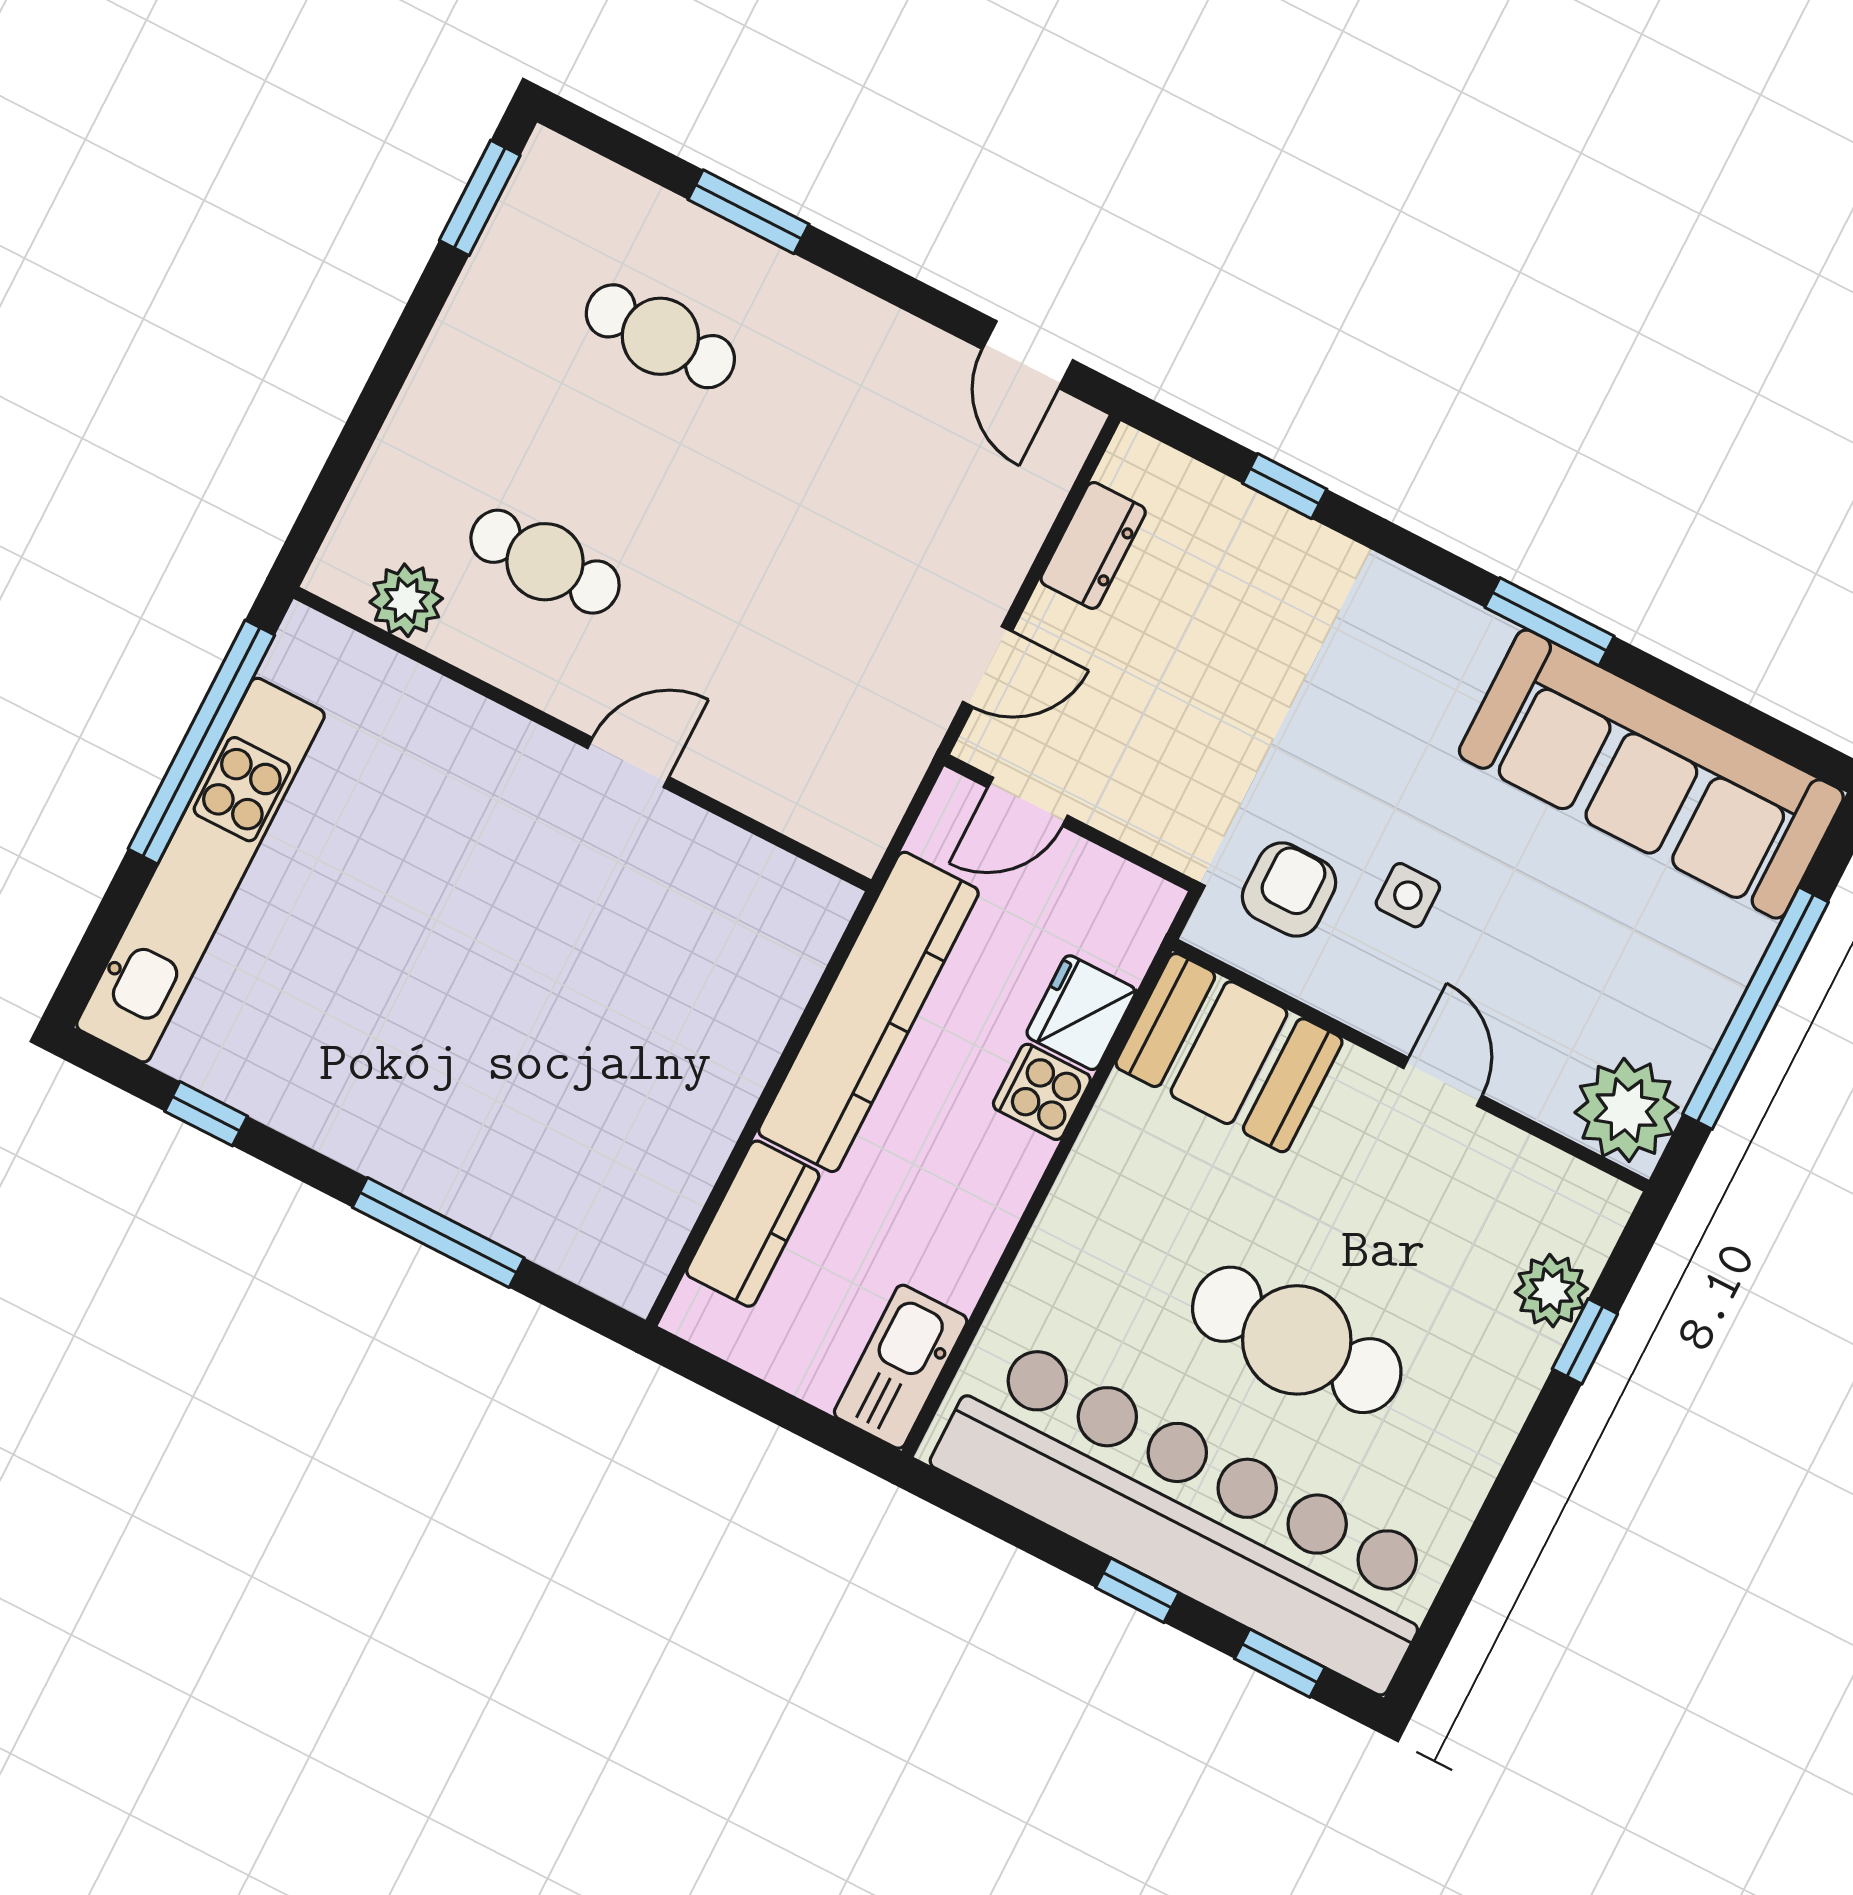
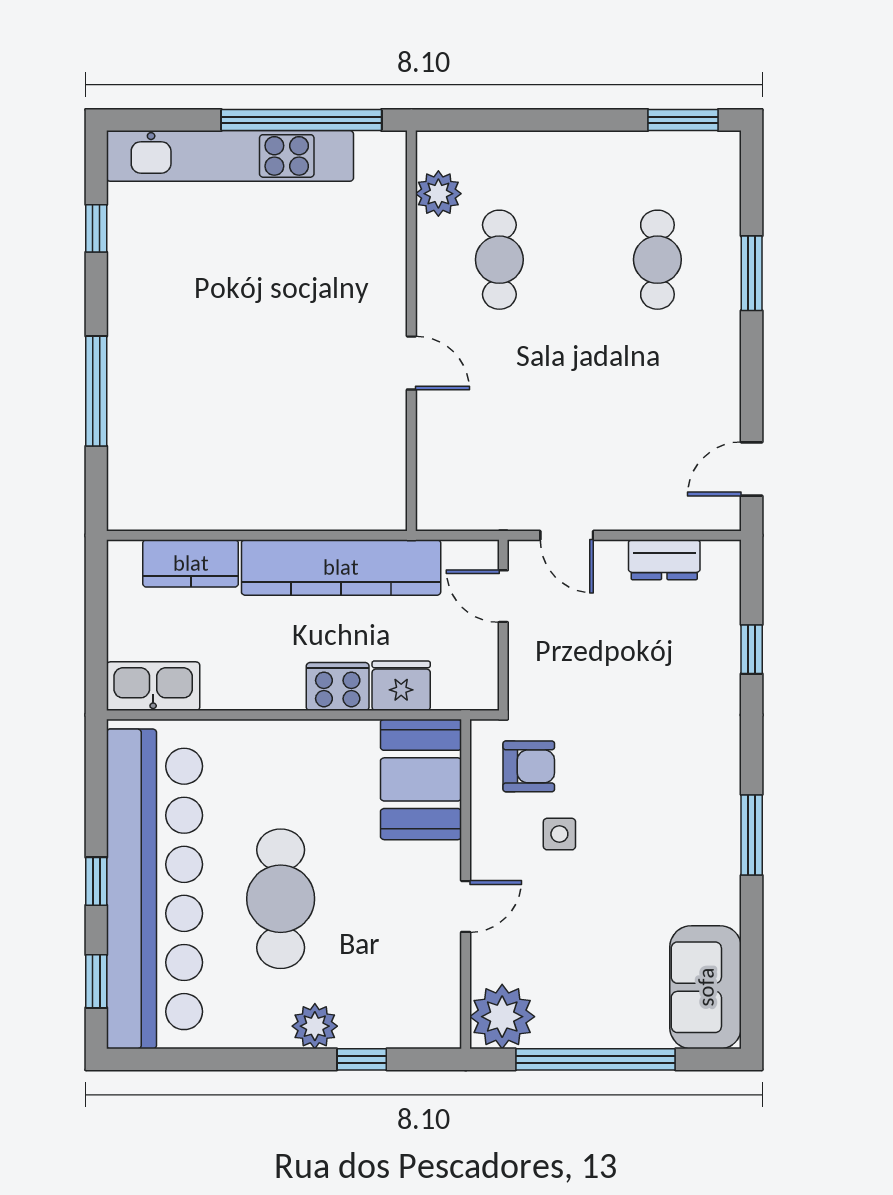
sofa: (1651, 774) -> (706, 987), width x0.54, depth x0.79
cooker: (1042, 1092) -> (338, 687), width x1.36
plant: (1551, 1291) -> (315, 1026), moved

